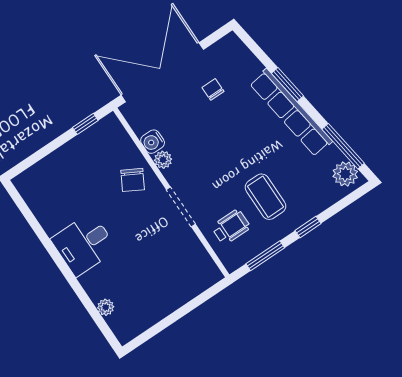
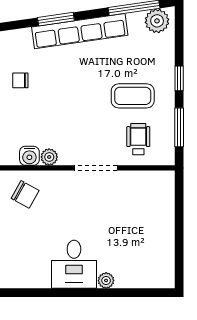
chair: (133, 180) -> (25, 194), moved
plant: (106, 307) -> (106, 280), moved

